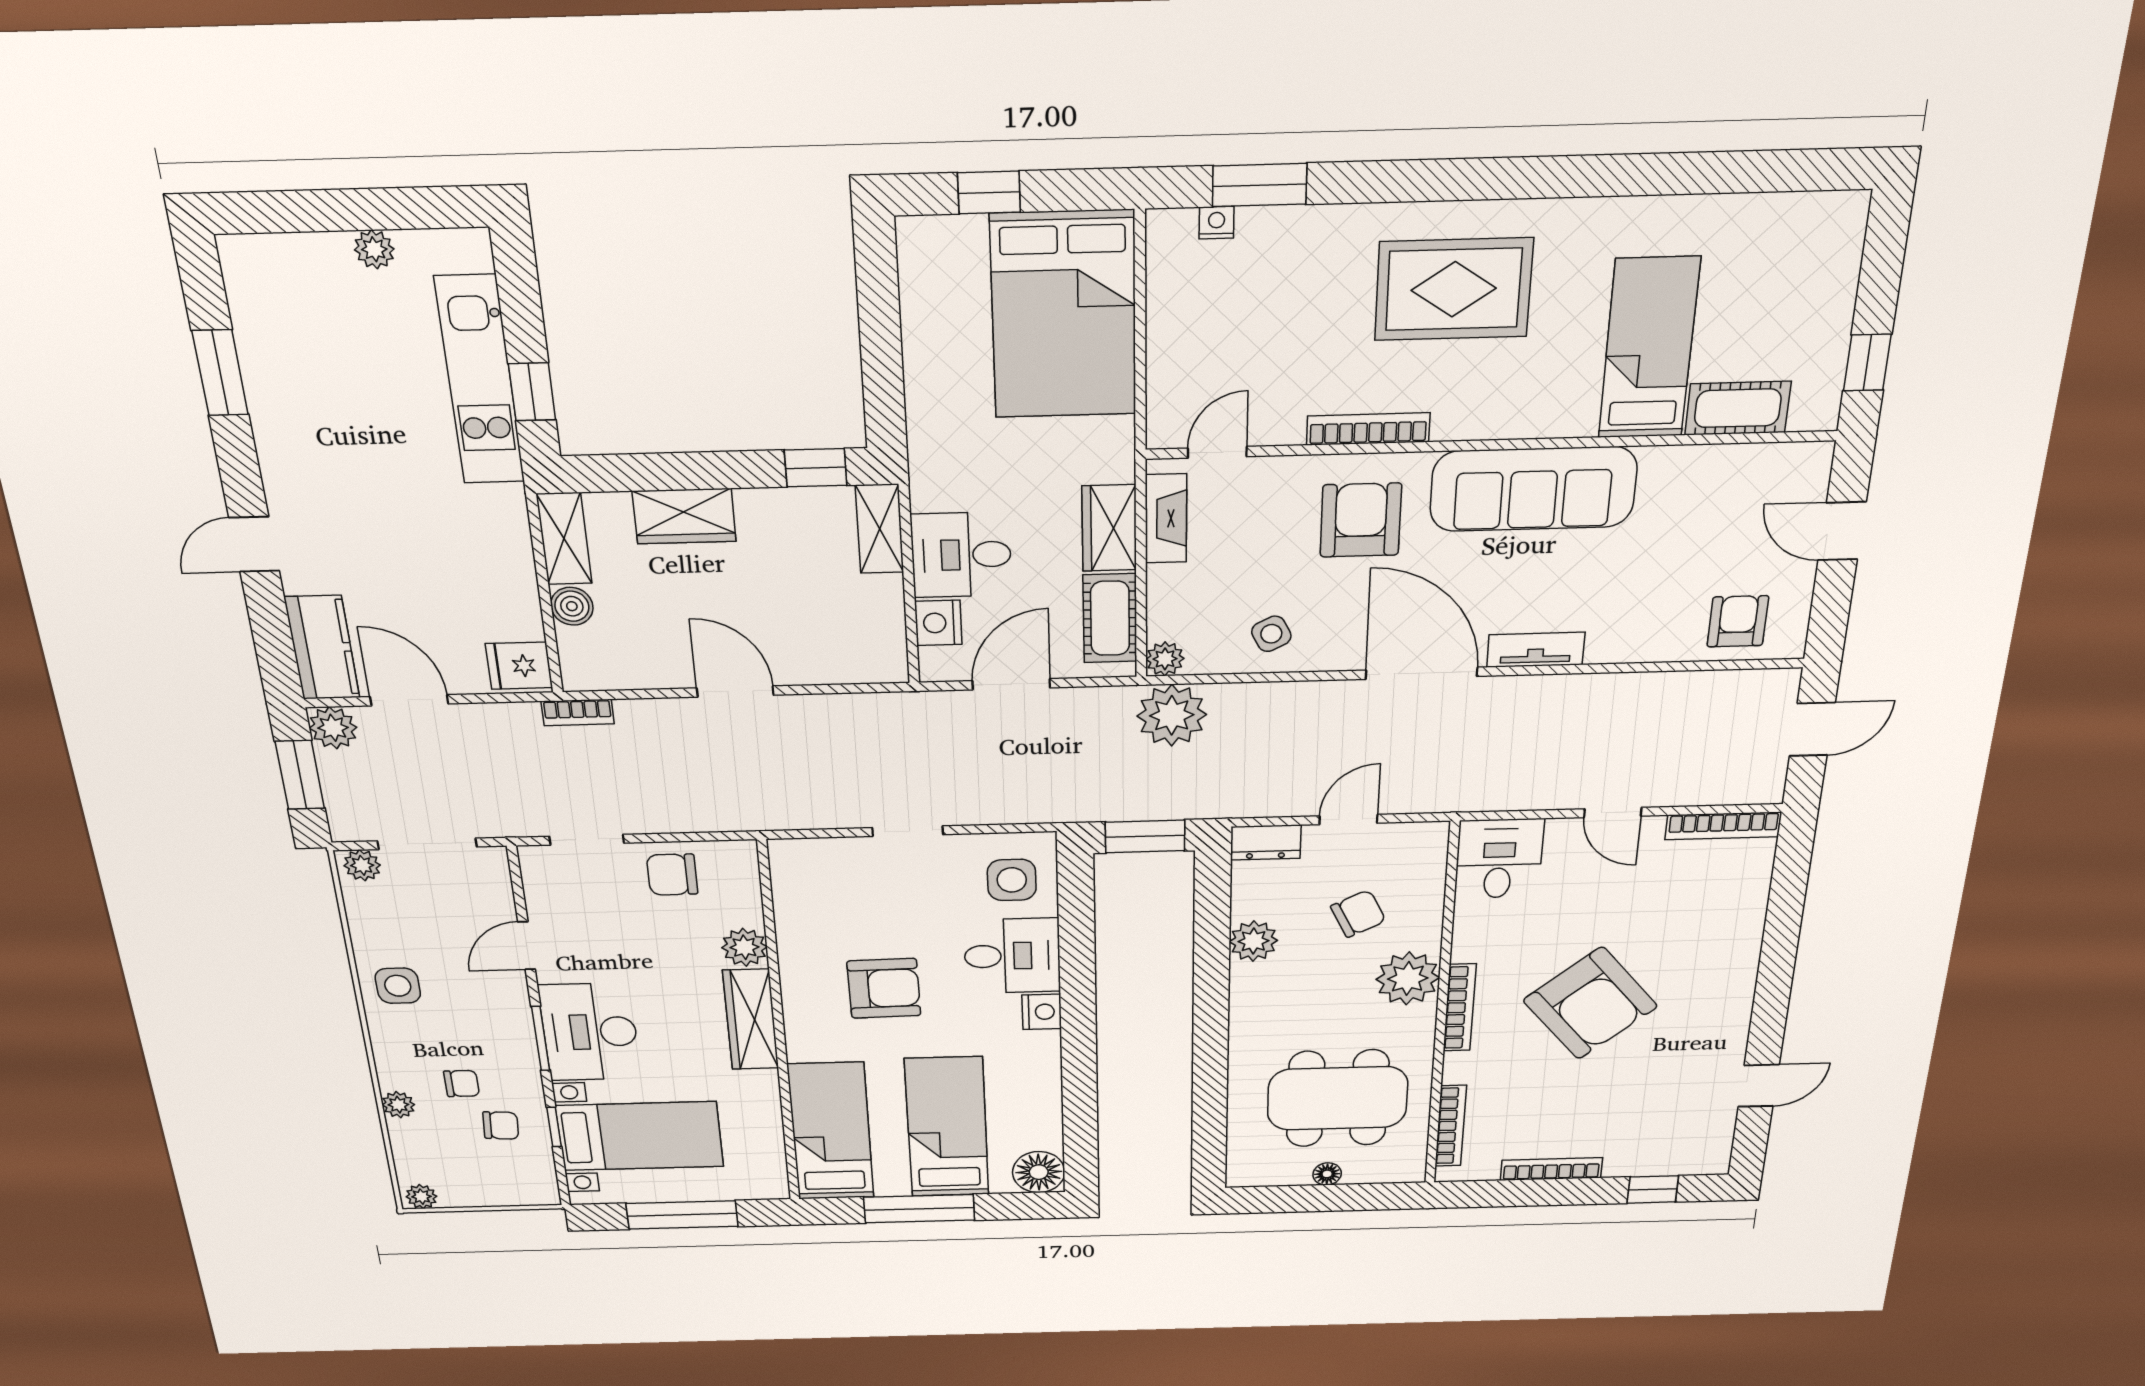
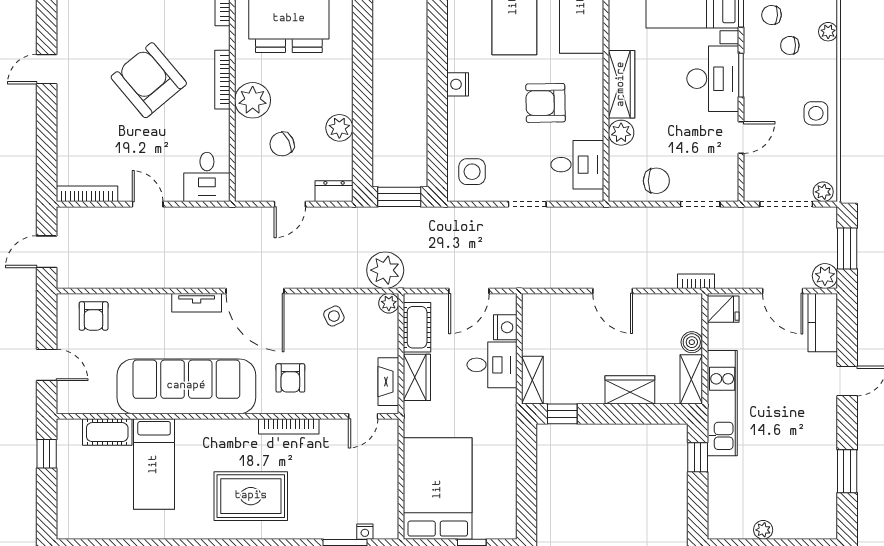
kitchen unit: (480, 381) -> (722, 403), moved
sofa: (1533, 489) -> (186, 386), width x1.36, depth x1.27
armchair: (1361, 520) -> (290, 378), width x0.72, depth x0.72
desk: (1012, 956) -> (577, 165), moved, turned 180
door: (1759, 1086) -> (47, 69), moved

